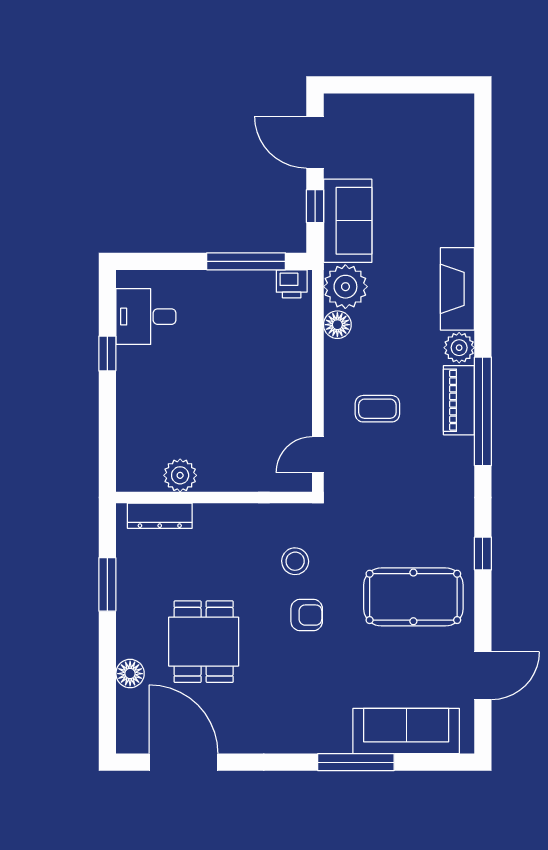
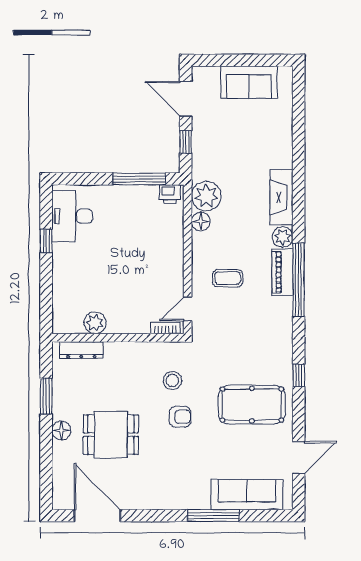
sofa: (348, 221) -> (249, 82), moved, turned 90
desk: (146, 317) -> (72, 216), width x1.37
bookcase: (285, 483) -> (165, 328), added
dining table: (204, 642) -> (111, 435), turned 90
floor lamp: (130, 674) -> (61, 430), moved

